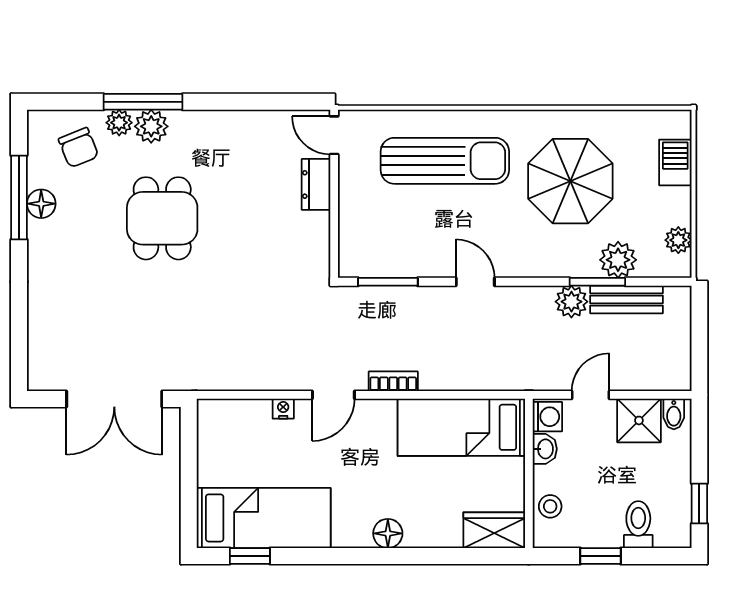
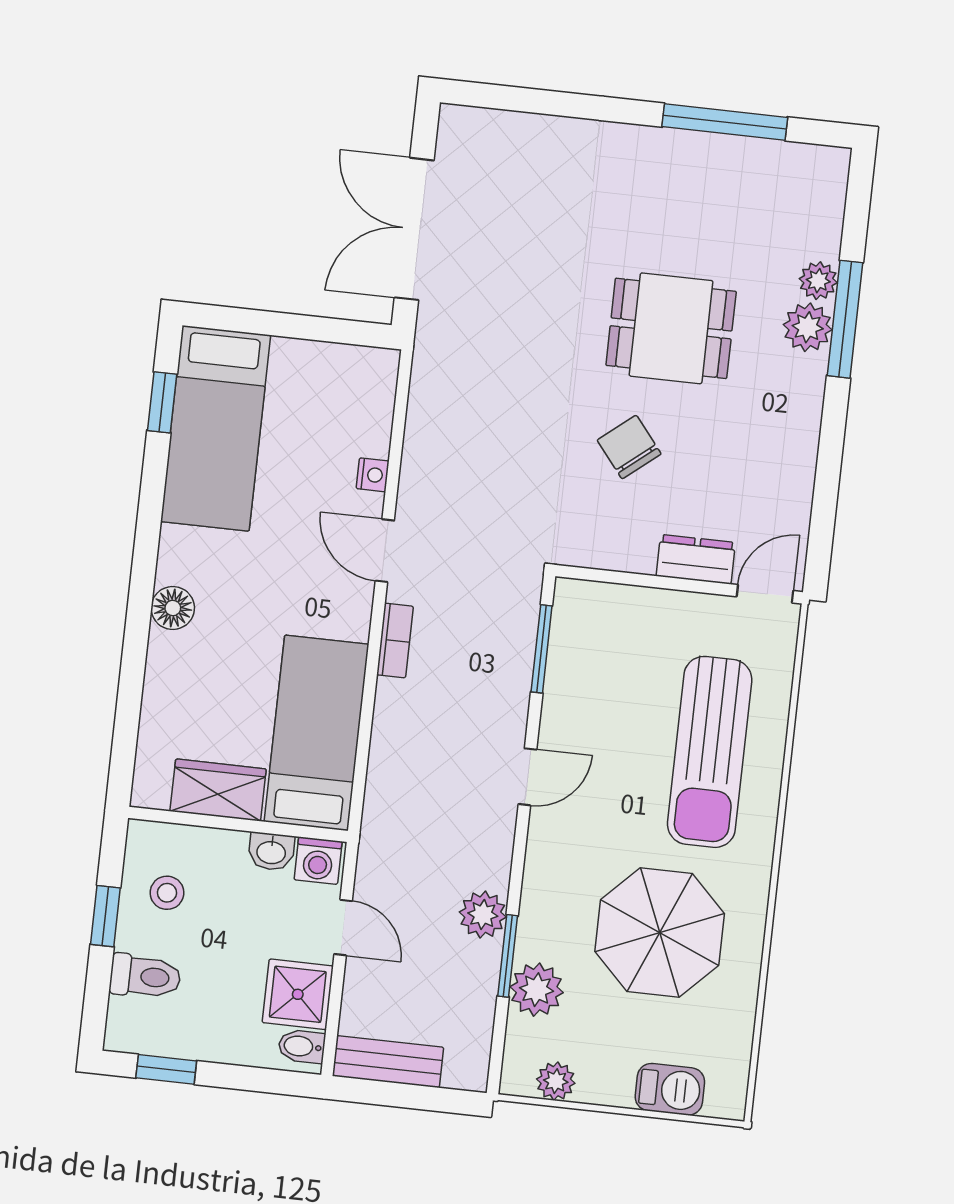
chair: (78, 148) -> (629, 447), moved, turned 73
floor lamp: (41, 204) -> (712, 153), removed
bench: (627, 299) -> (388, 1062), moved, turned 90
stool: (550, 506) -> (167, 893), moved
wardrobe: (494, 530) -> (218, 790), moved, turned -90

